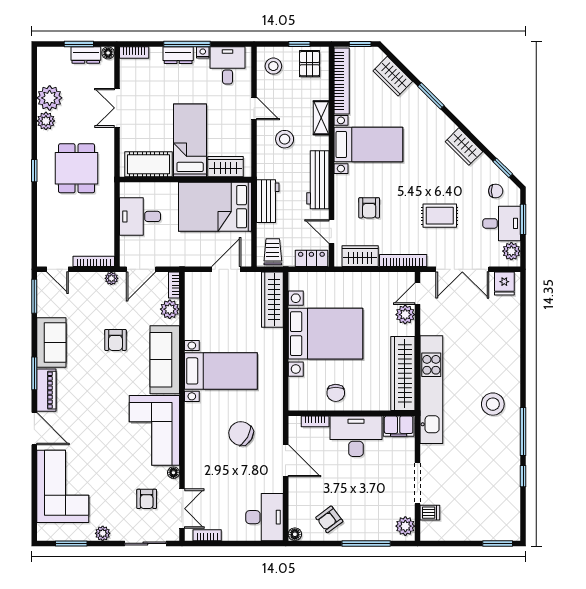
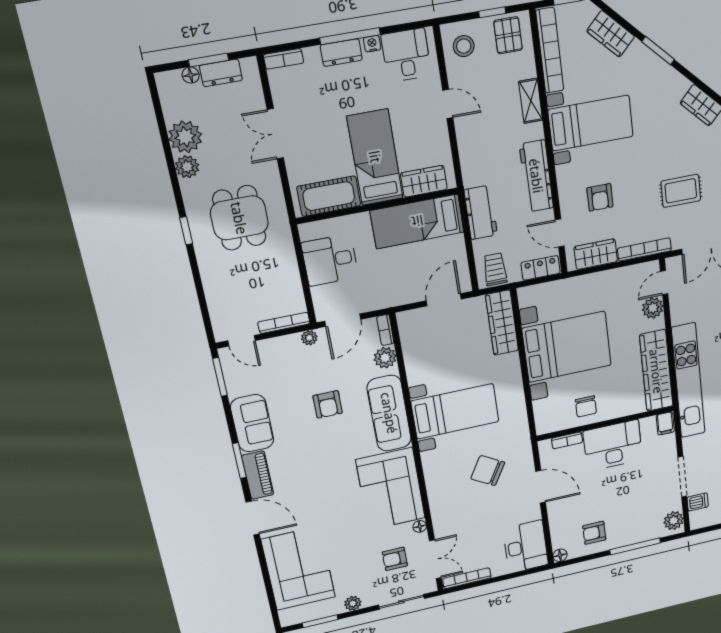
floor lamp: (108, 53) -> (191, 75), moved
stool: (285, 139) -> (490, 135), removed
bed: (215, 207) -> (417, 221), width x0.67
filing cabinet: (399, 426) -> (665, 423), width x0.50
armchair: (147, 499) -> (395, 559), turned 90
armchair: (329, 519) -> (594, 533), turned 37
bookcase: (207, 535) -> (467, 578), width x1.56

